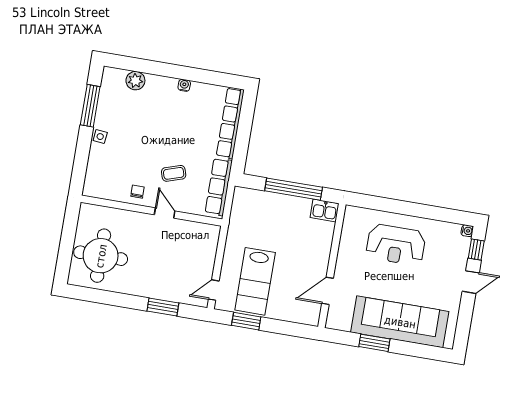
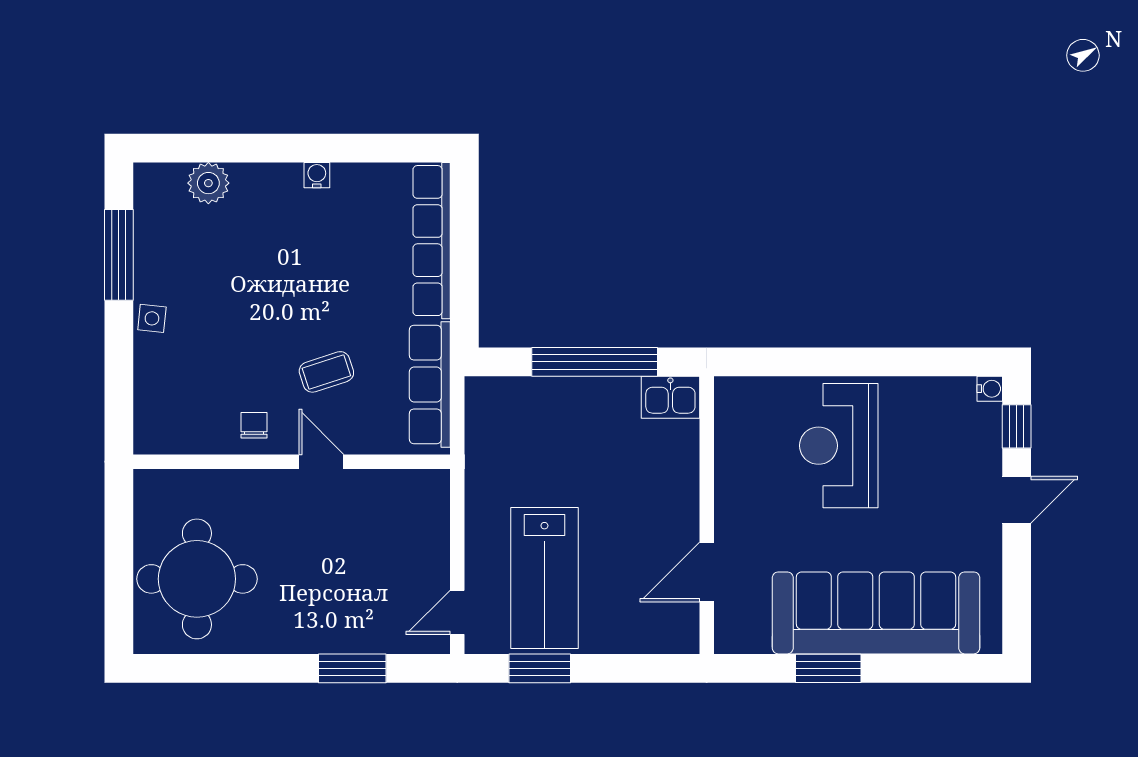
reception desk: (396, 245) -> (839, 446), turned 90

